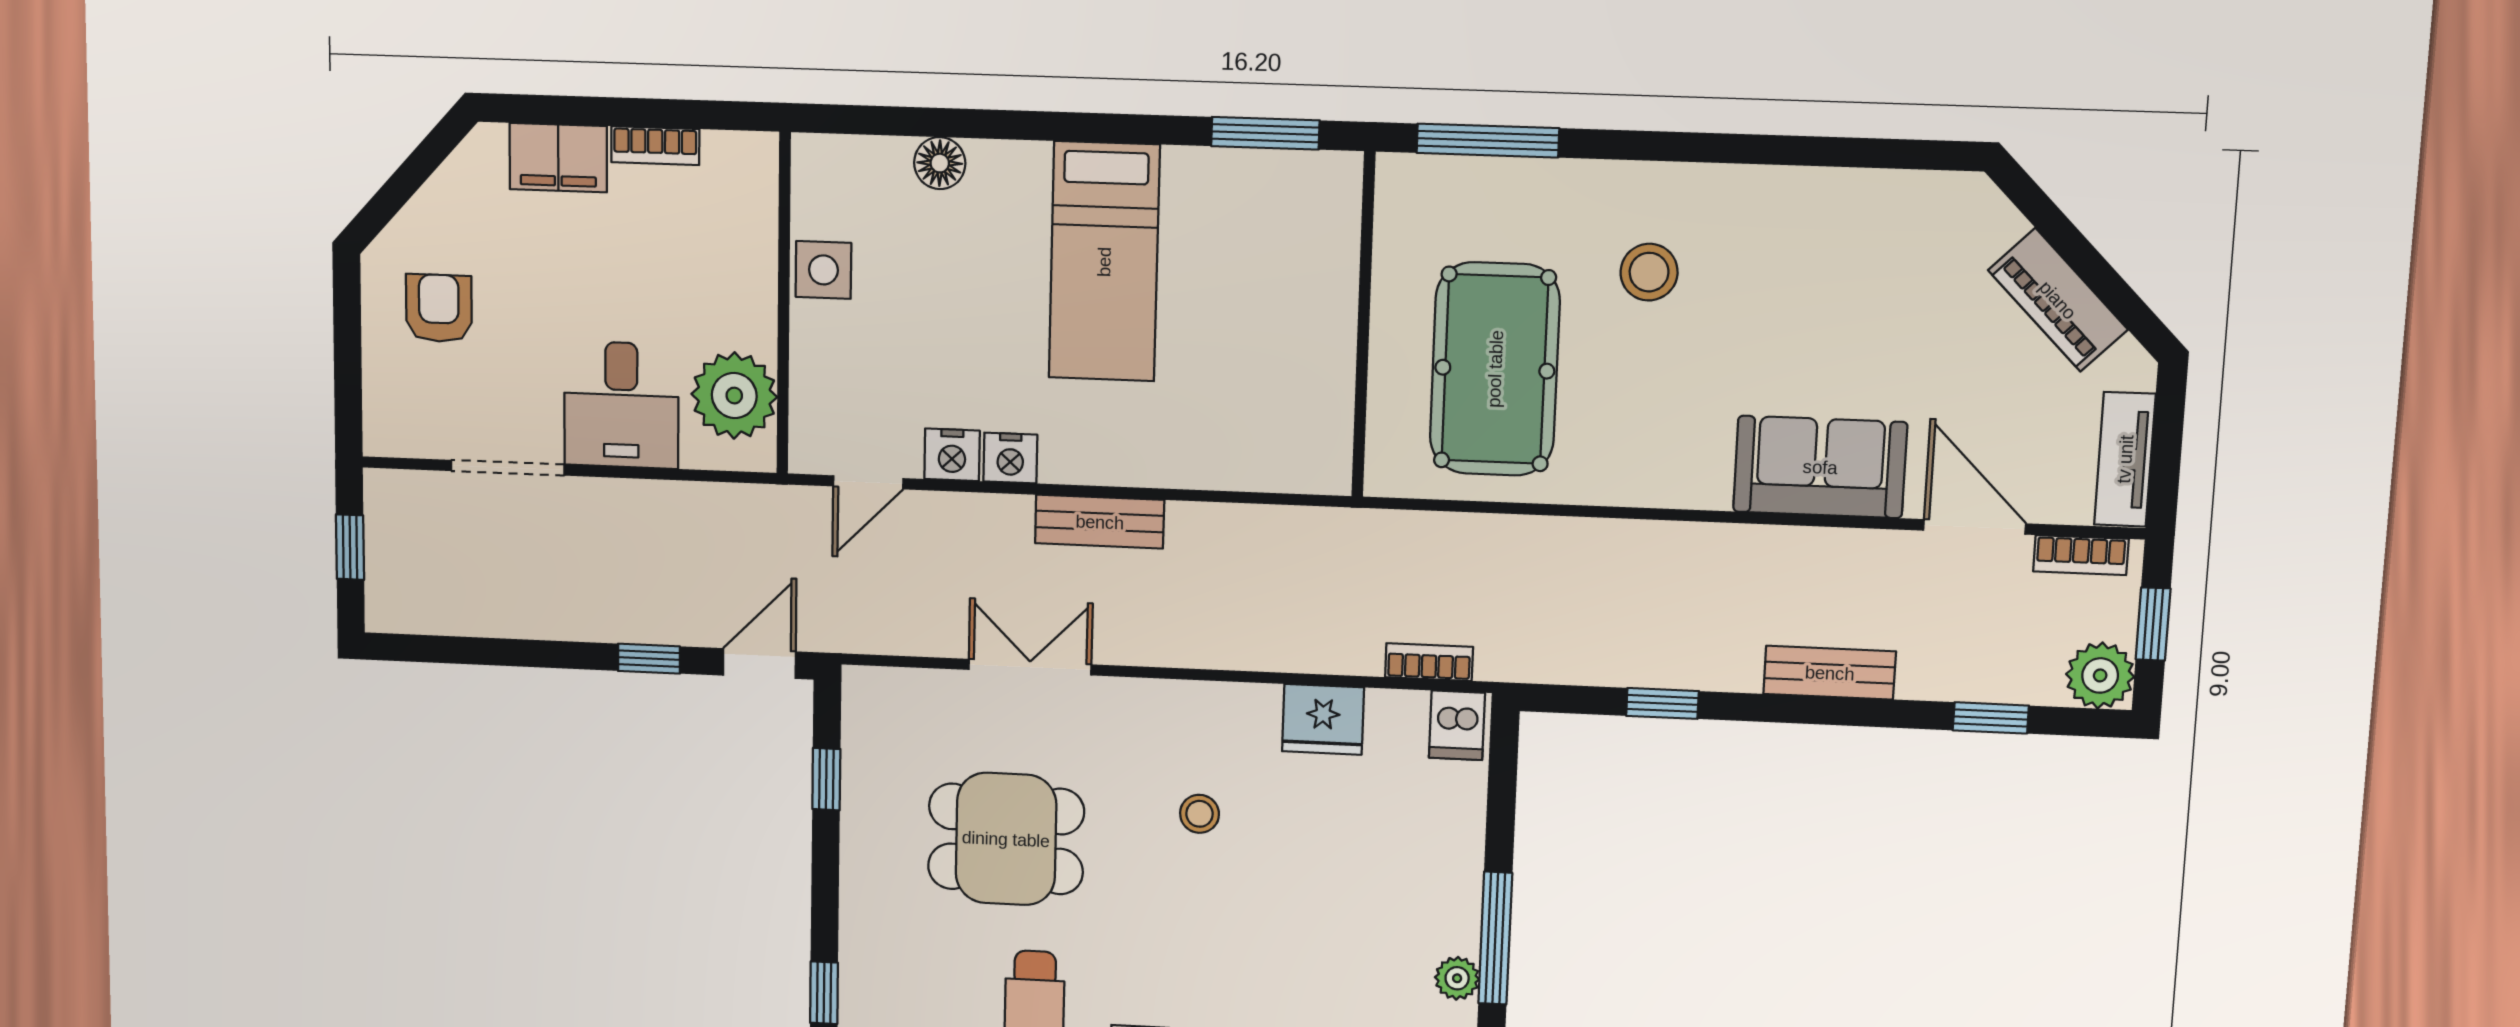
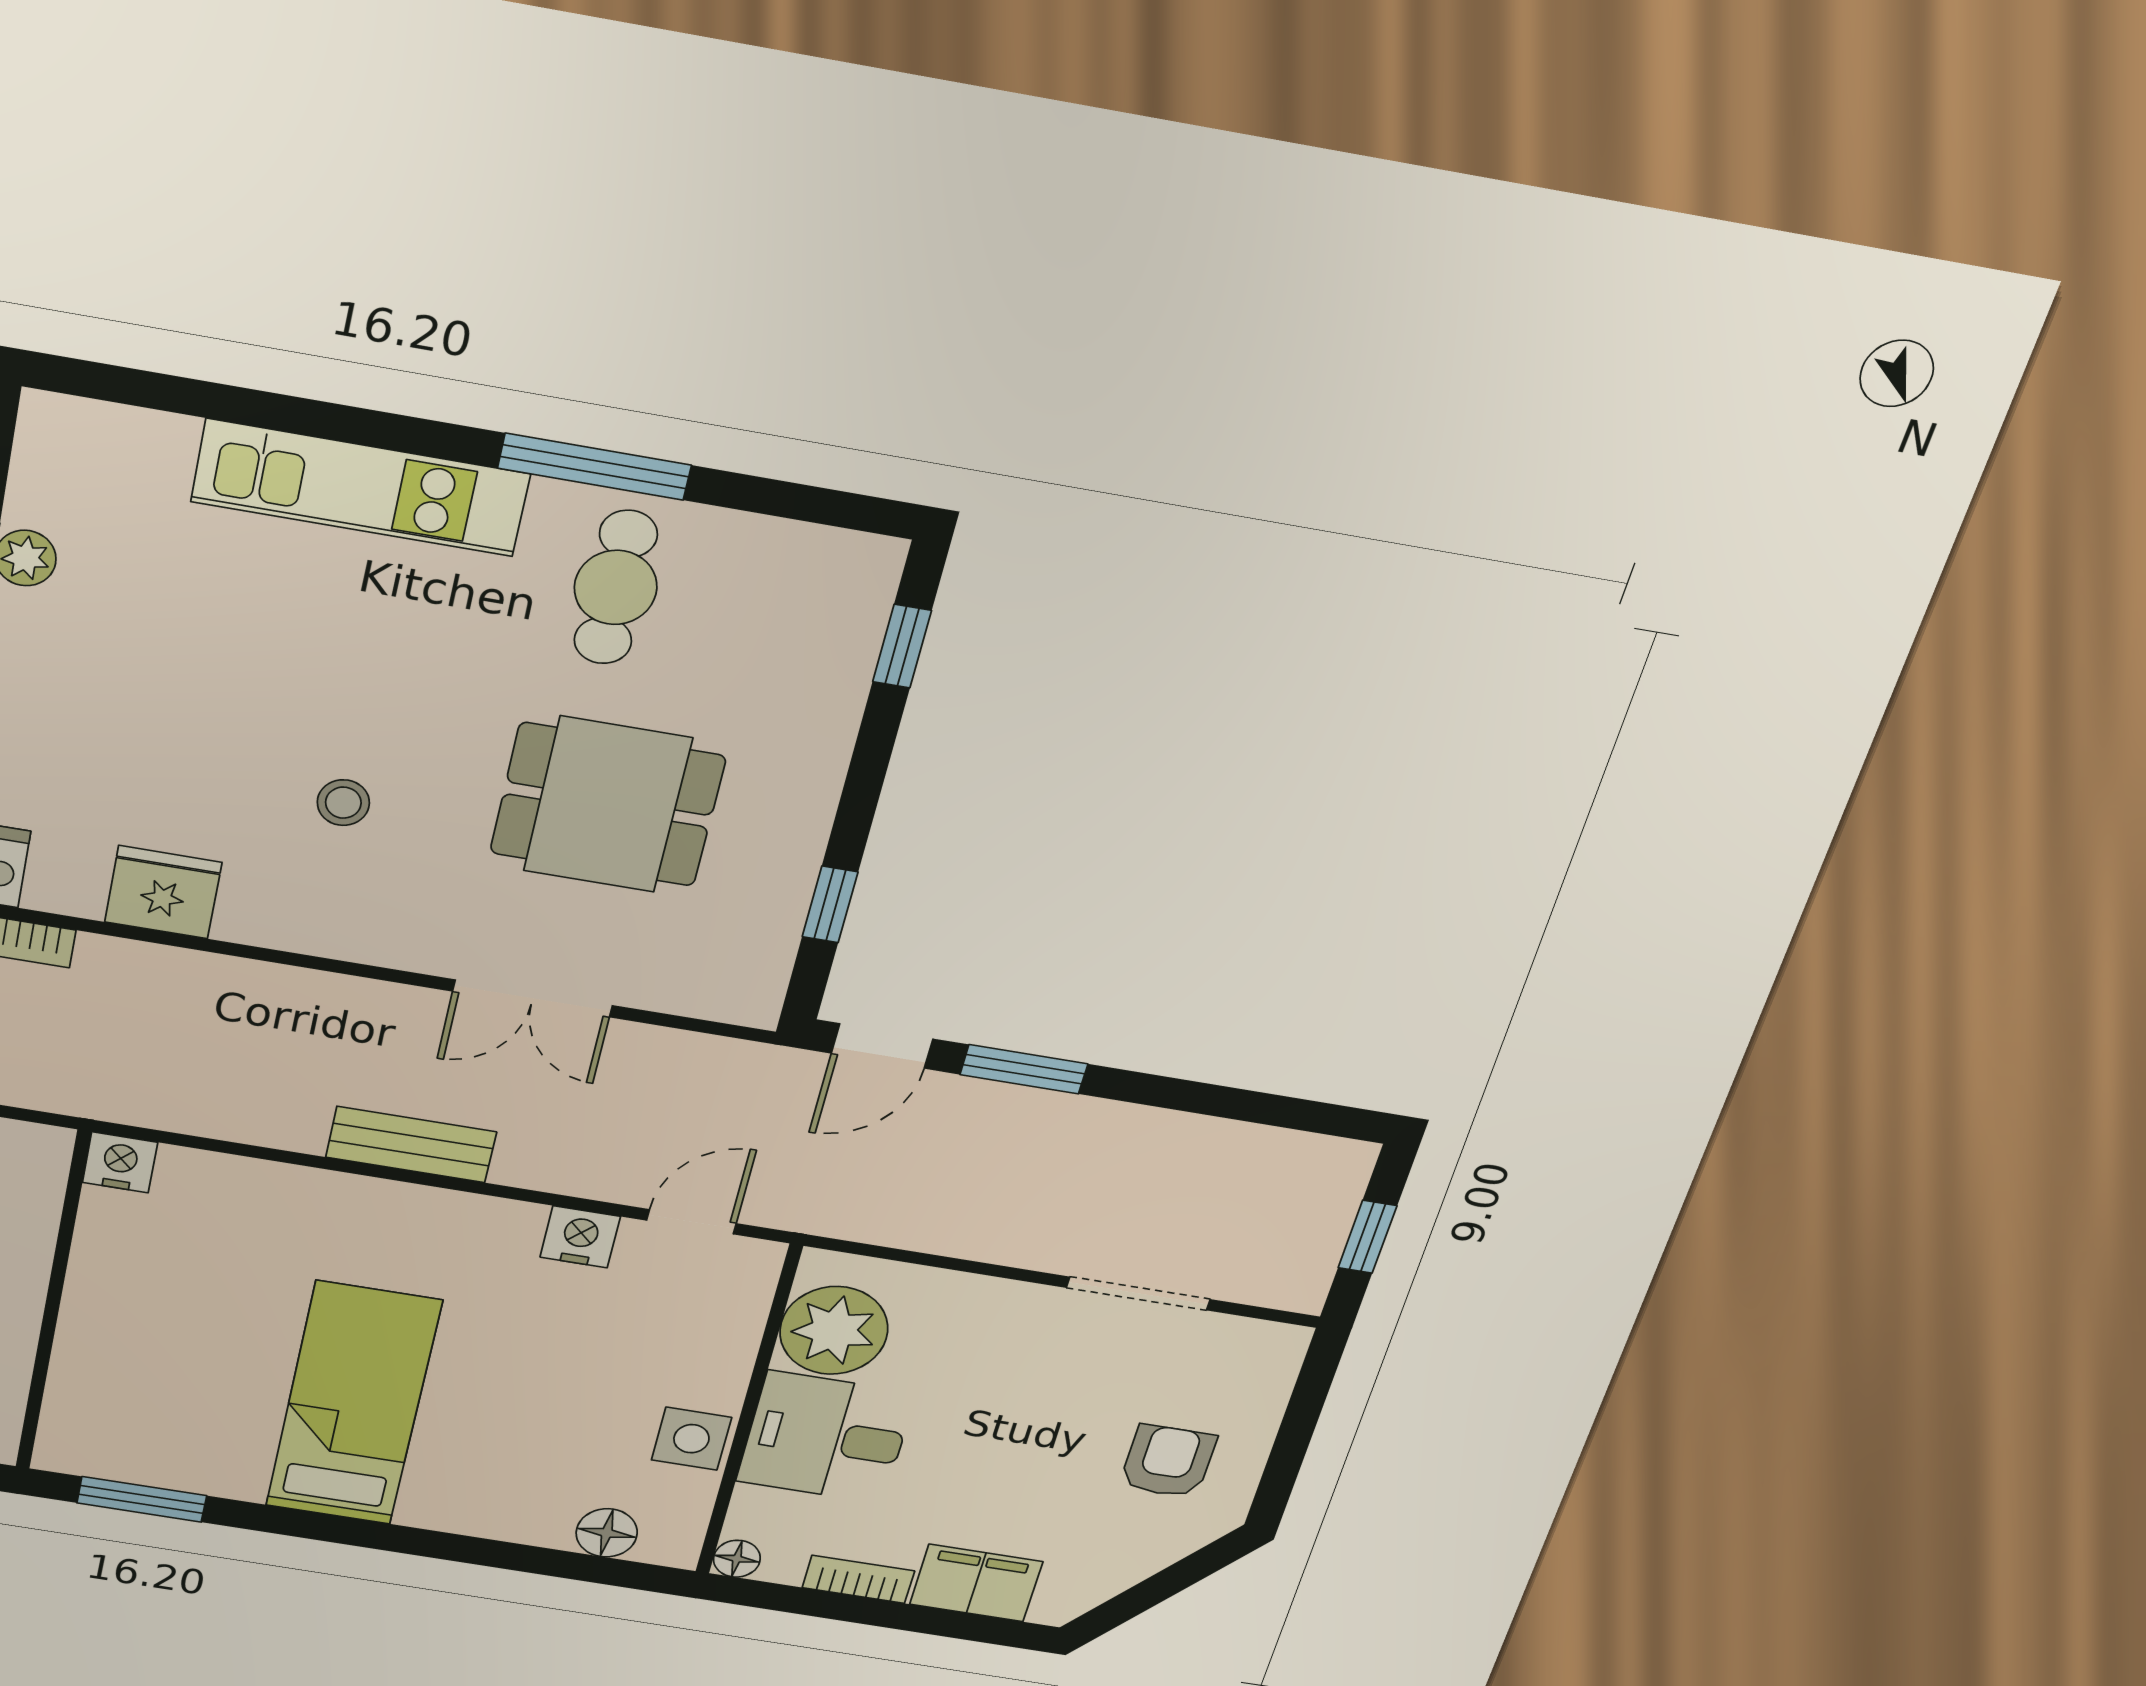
floor lamp: (760, 151) -> (737, 1559), added
floor lamp: (940, 163) -> (607, 1533), moved
armchair: (439, 308) -> (1168, 1461), turned 180
desk: (621, 405) -> (826, 1437), moved, turned -90
nightstand: (1010, 458) -> (120, 1162), moved
window: (649, 659) -> (1024, 1069), width x1.50

